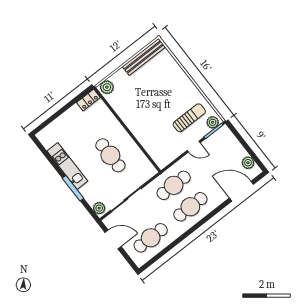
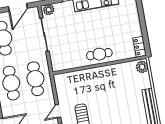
cafe table: (110, 155) -> (99, 54), moved, width x0.73, depth x0.74

